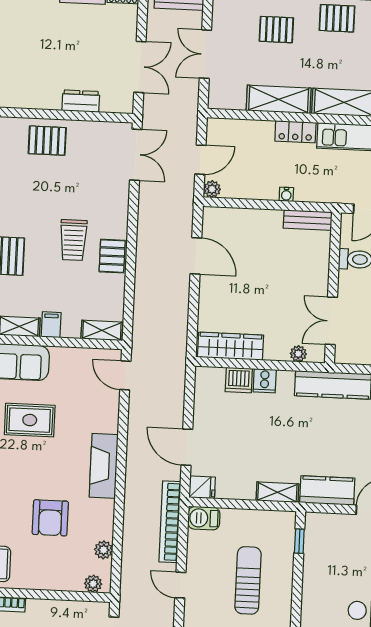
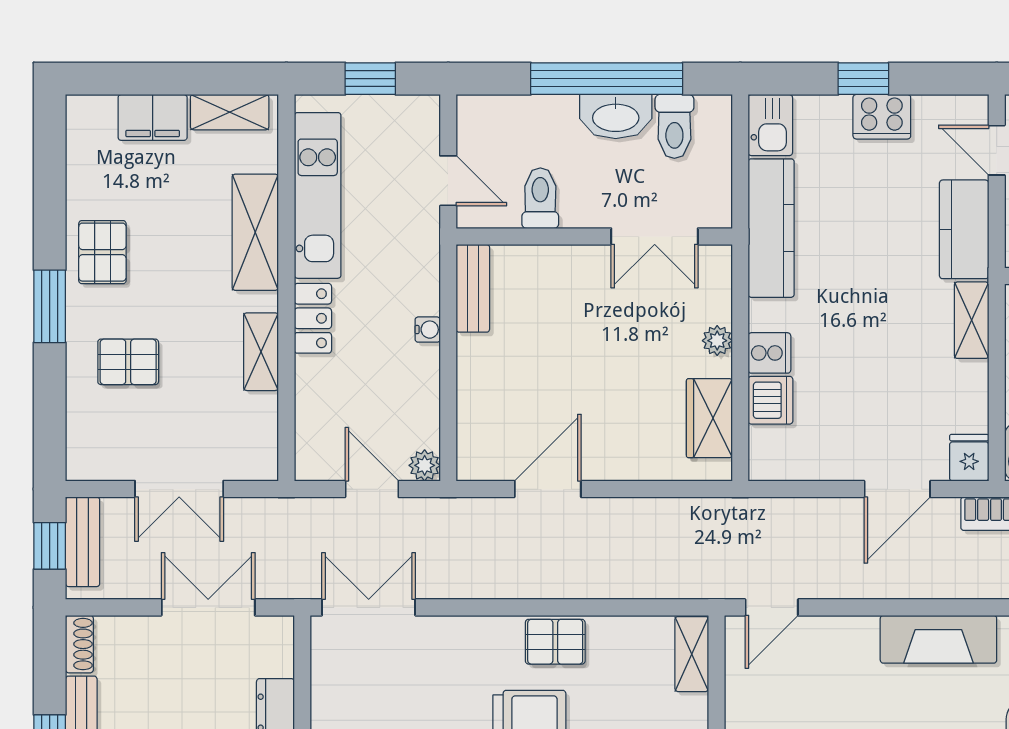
pallet: (276, 30) -> (128, 362), turned 90
shelving: (279, 99) -> (261, 352), width x0.67, depth x0.75
wardrobe: (231, 346) -> (709, 418), width x0.67
plant: (298, 354) -> (717, 341), moved

